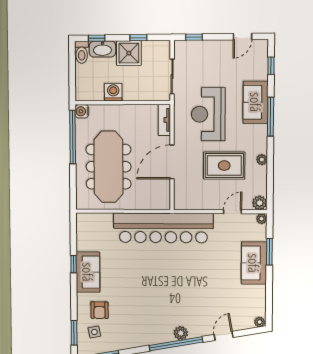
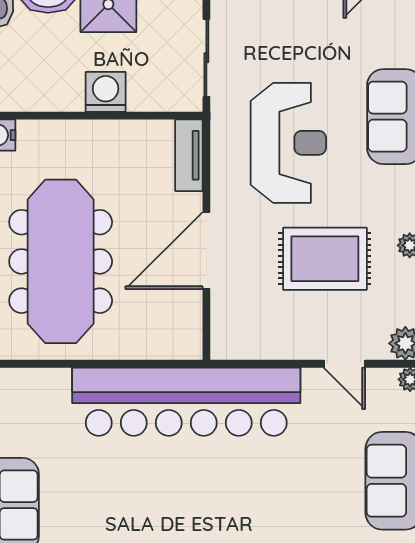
washing machine: (113, 92) -> (106, 92), moved
reception desk: (208, 114) -> (288, 143), turned 180
door: (233, 212) -> (344, 364), swing flipped

